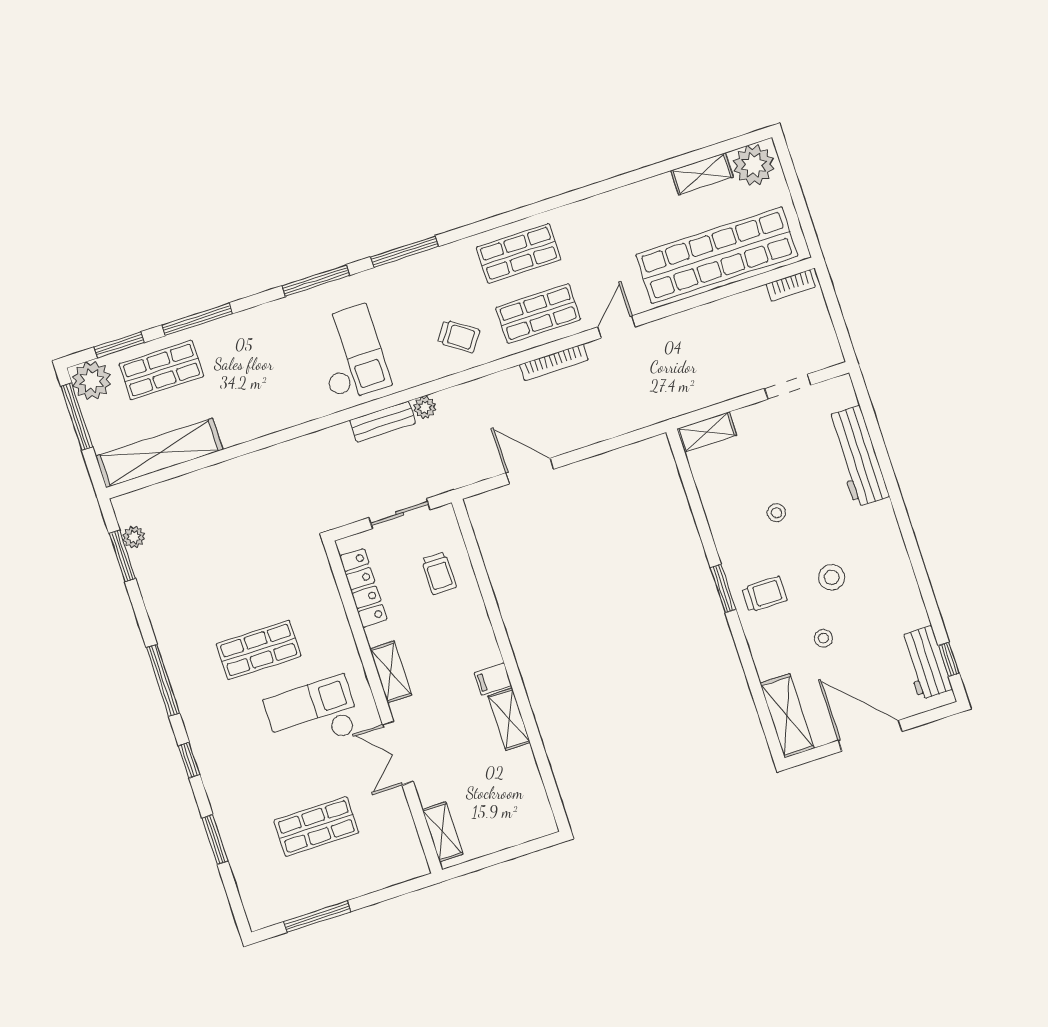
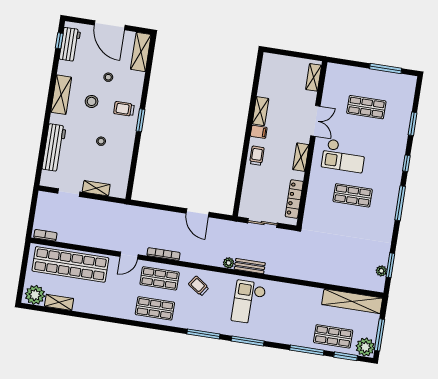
shelving: (707, 432) -> (96, 188), moved
shelving: (894, 561) -> (61, 95), added
trolley: (439, 573) -> (257, 156), moved

